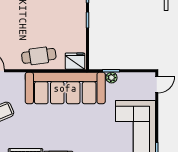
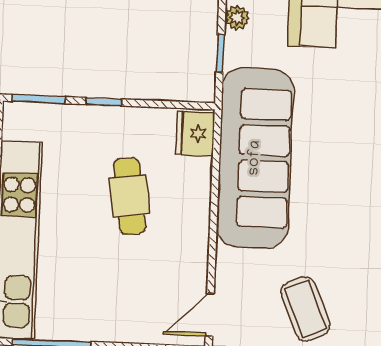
cafe table: (39, 56) -> (130, 196), moved
plant: (112, 78) -> (237, 18), moved

